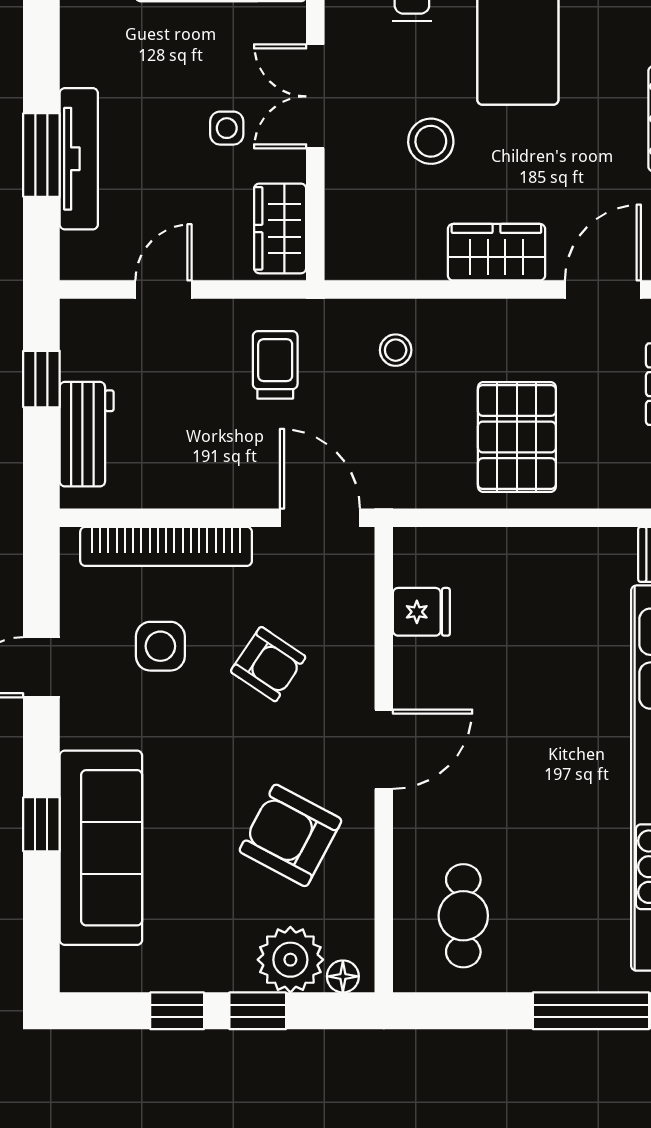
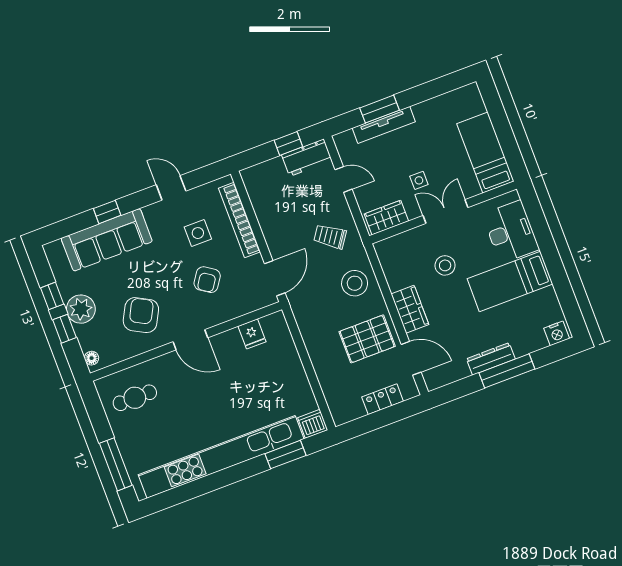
stool: (396, 350) -> (355, 283), width x1.89, depth x1.89
trolley: (275, 365) -> (330, 236), turned -145
workbench: (87, 434) -> (307, 158), moved
pallet: (517, 437) -> (367, 339), moved
plant: (290, 960) -> (81, 309), moved

